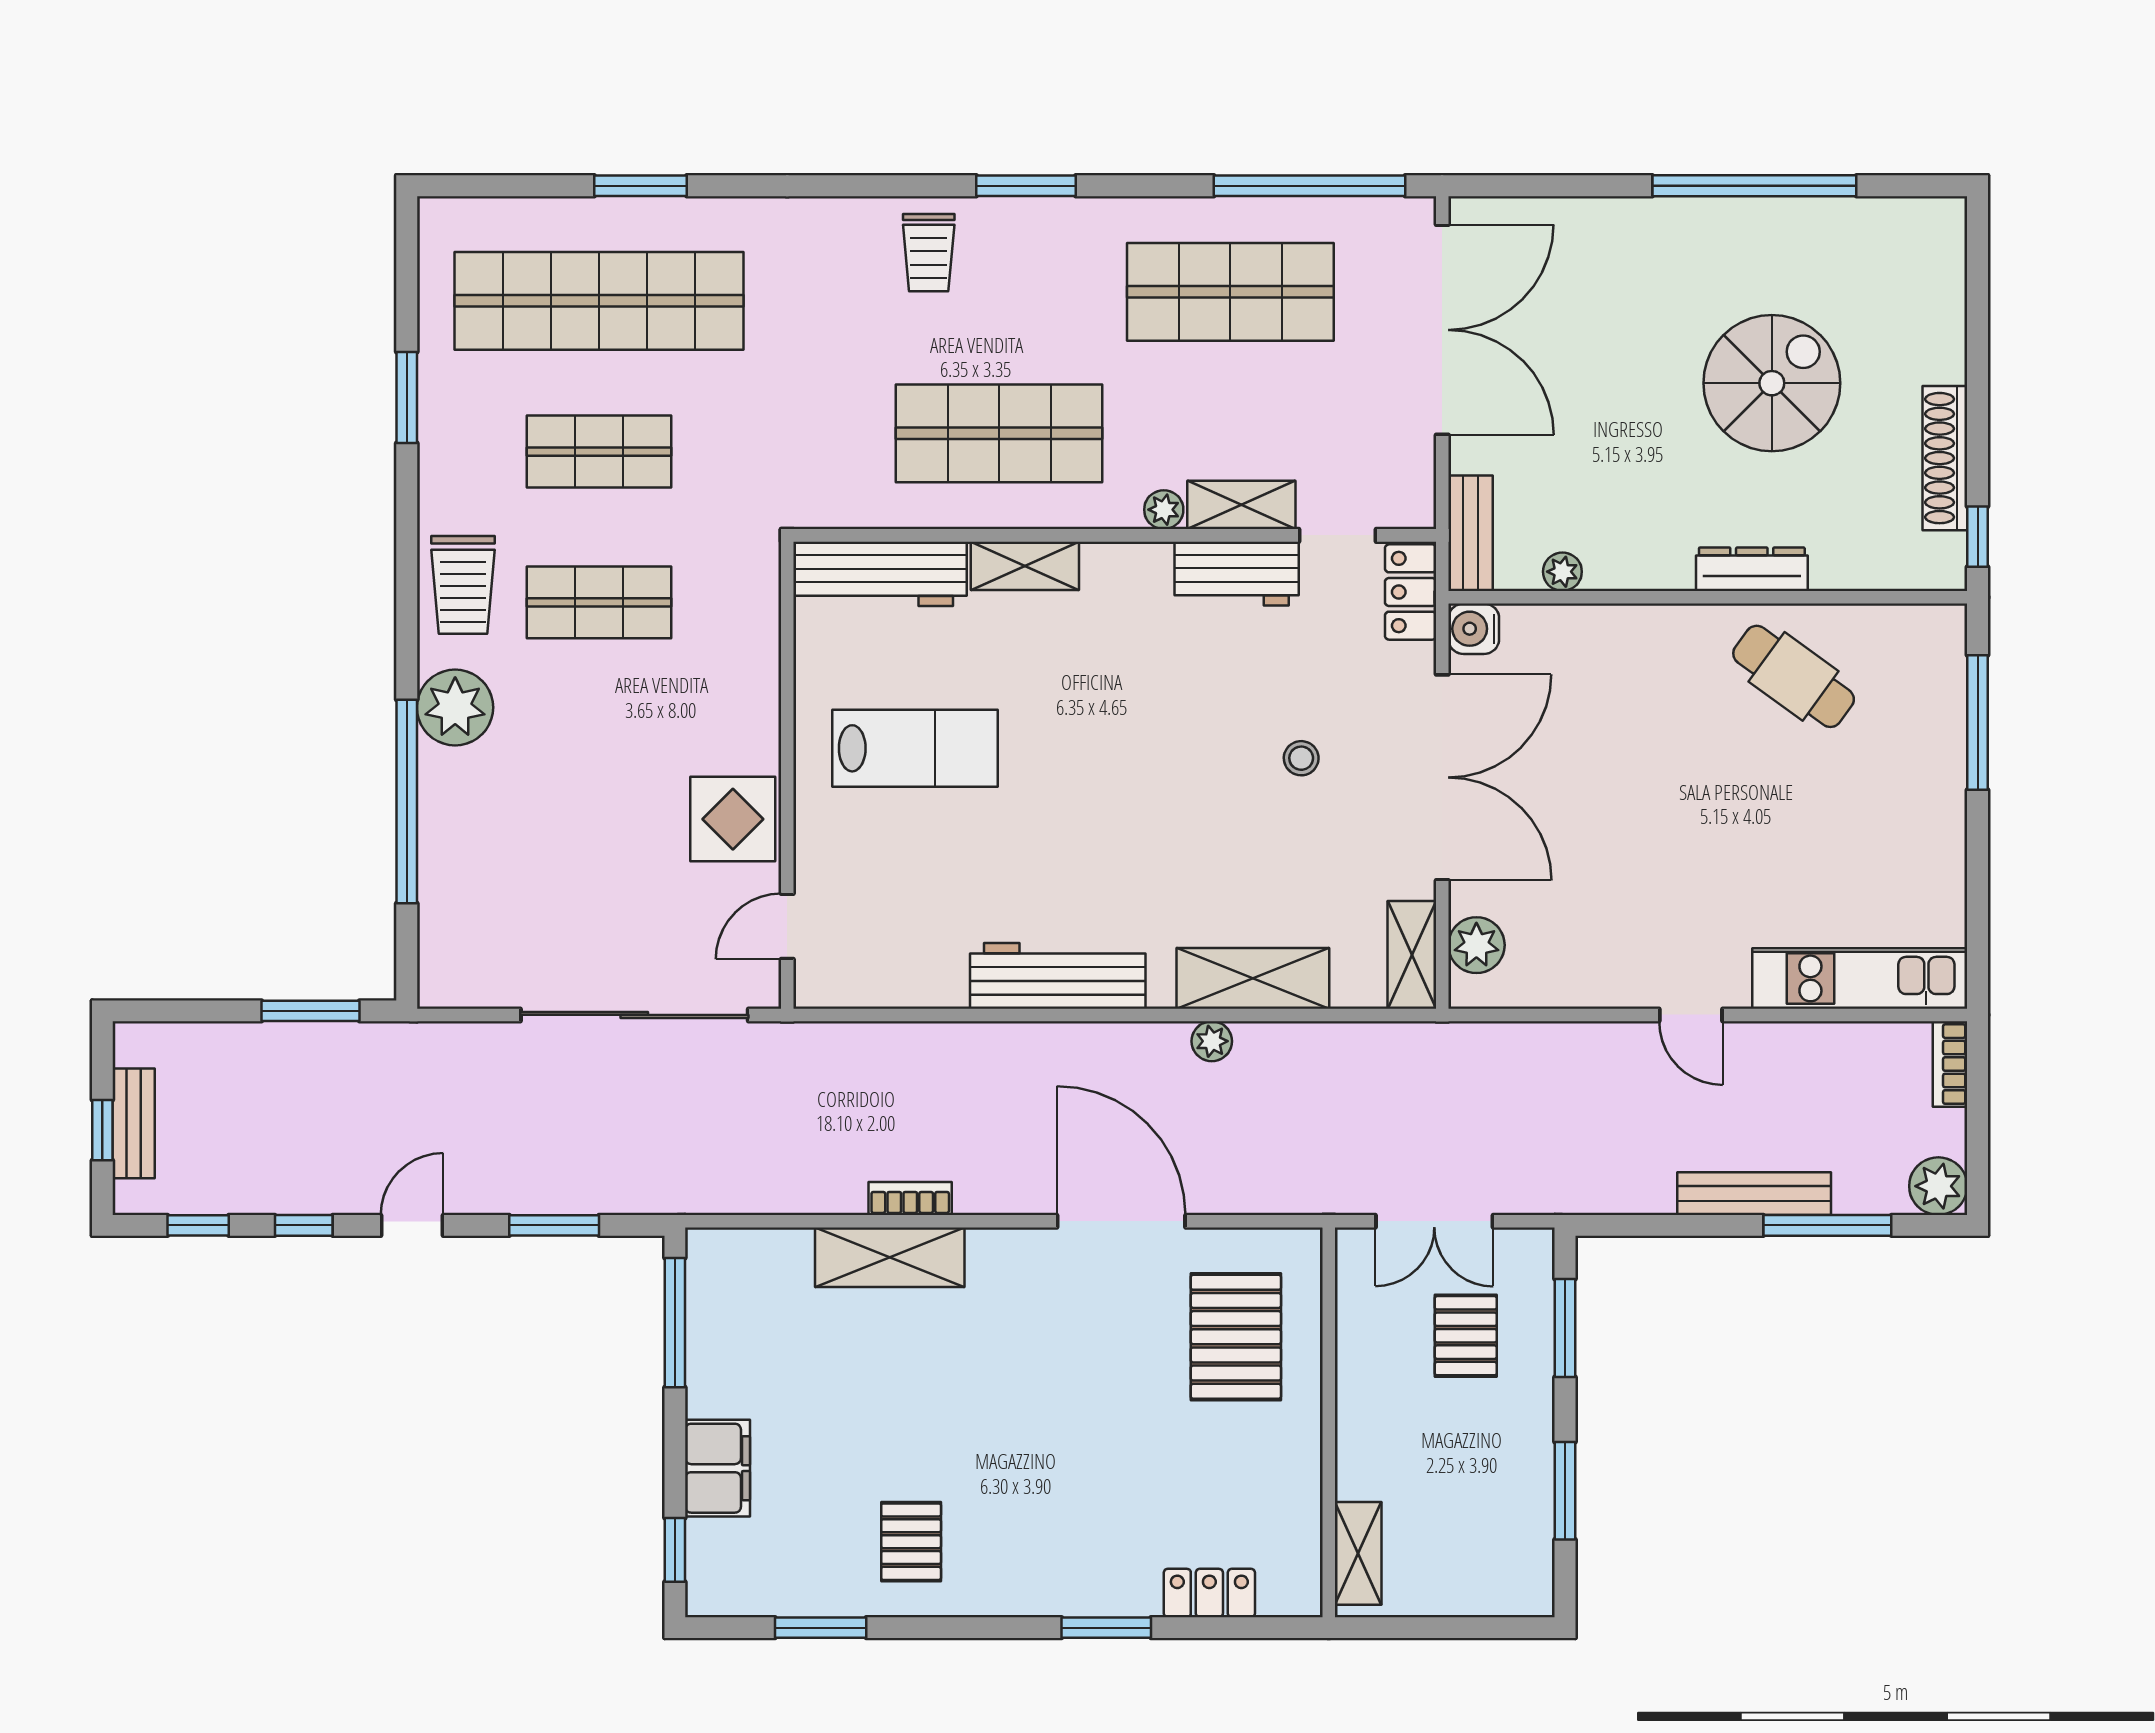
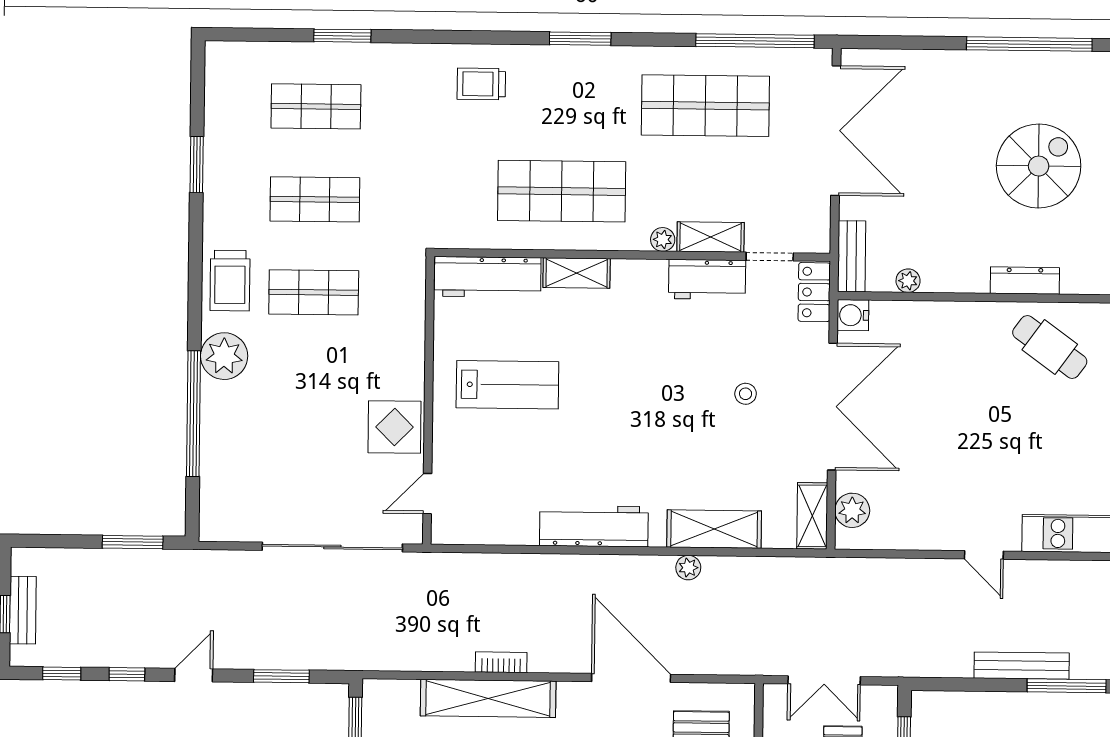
trolley: (929, 253) -> (481, 84), moved, turned 90
shop shelf: (599, 301) -> (316, 106), width x0.50, depth x0.74
shelving: (890, 1257) -> (488, 698), width x1.47

